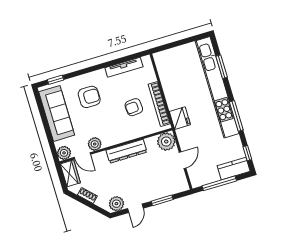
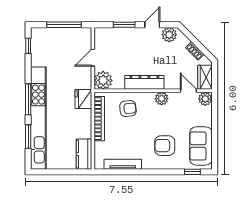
armchair: (134, 107) -> (128, 108), moved
sofa: (57, 113) -> (201, 146), width x0.73
window: (236, 116) -> (28, 99), moved
plant: (95, 144) -> (162, 99), moved
kitchen counter: (234, 169) -> (84, 154), moved, turned 90

